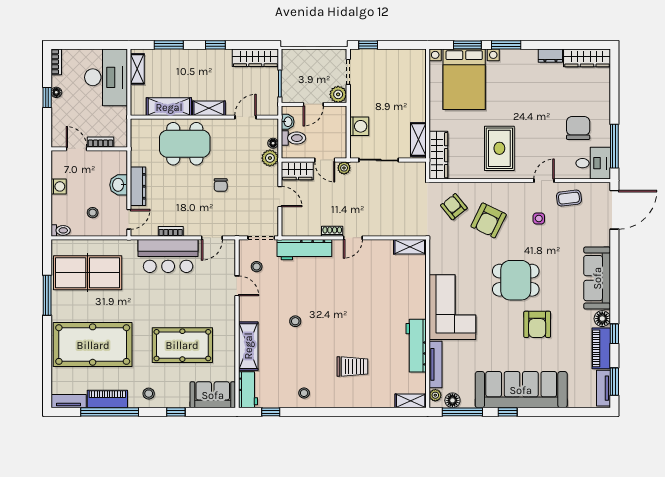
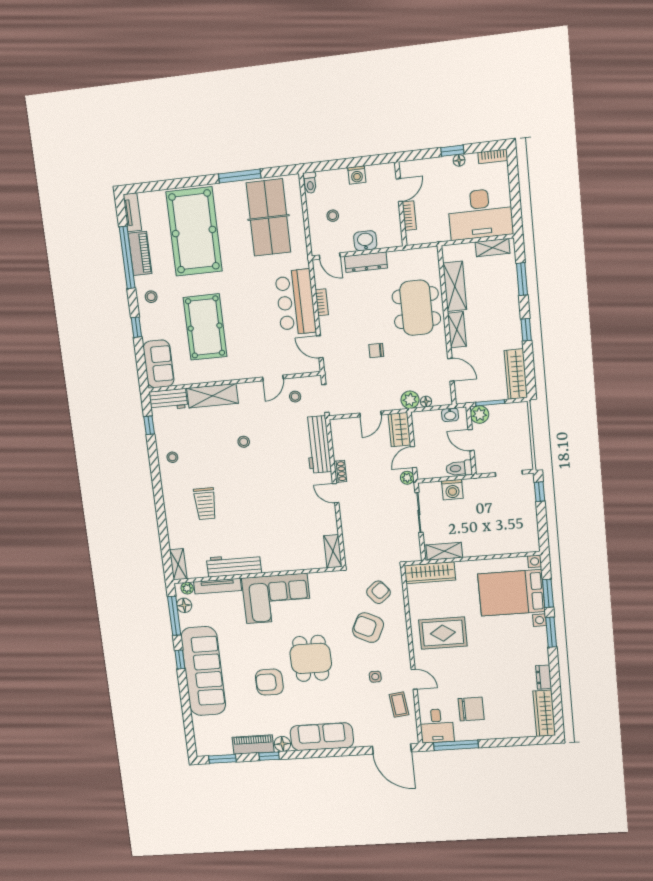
plant: (338, 94) -> (480, 414), moved
toilet: (294, 138) -> (459, 468), moved, turned 90
tv unit: (603, 388) -> (215, 749), removed

